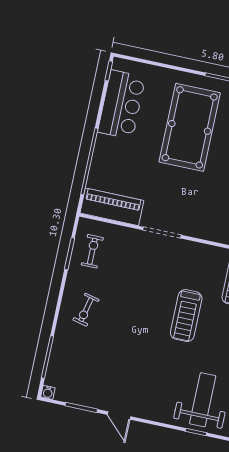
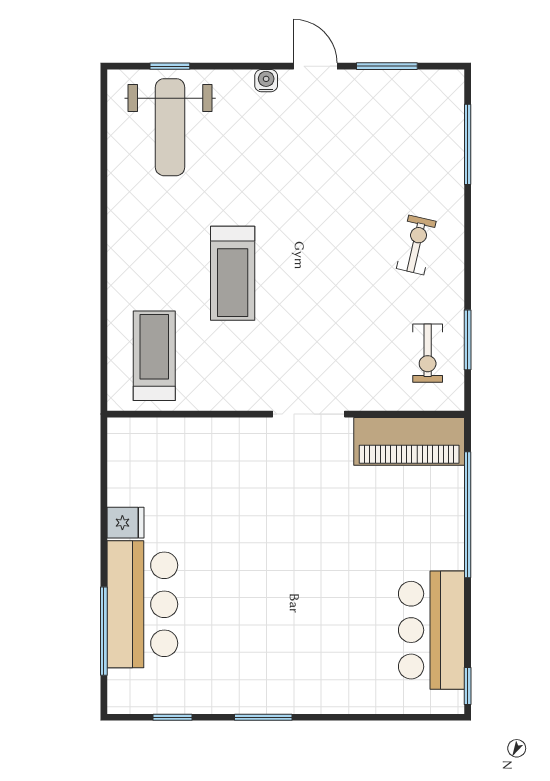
pool table: (190, 127) -> (299, 615), removed
treadmill: (186, 316) -> (233, 273), turned 180
water cooler: (48, 392) -> (266, 81), moved

